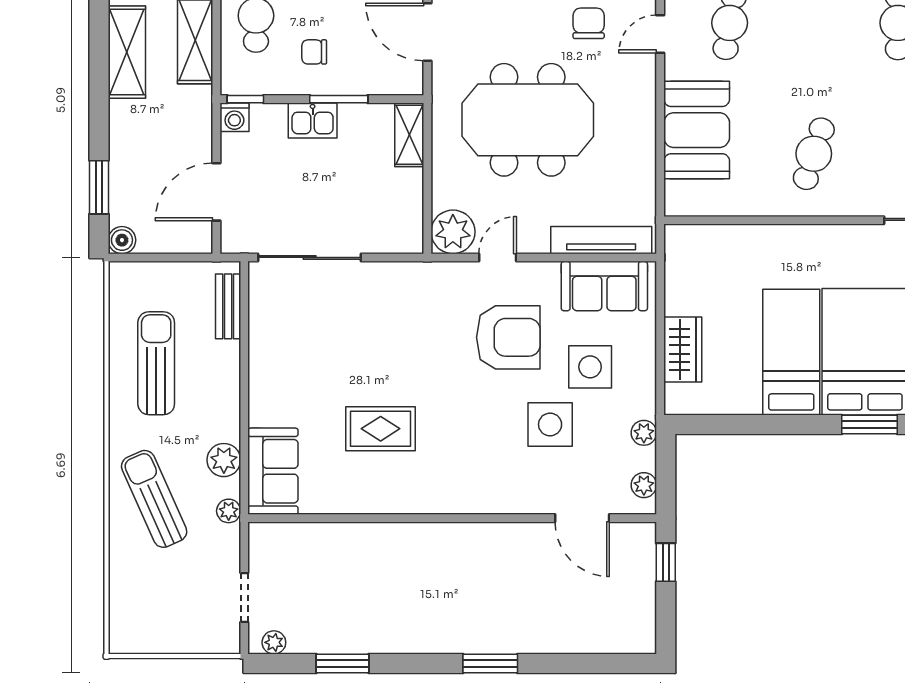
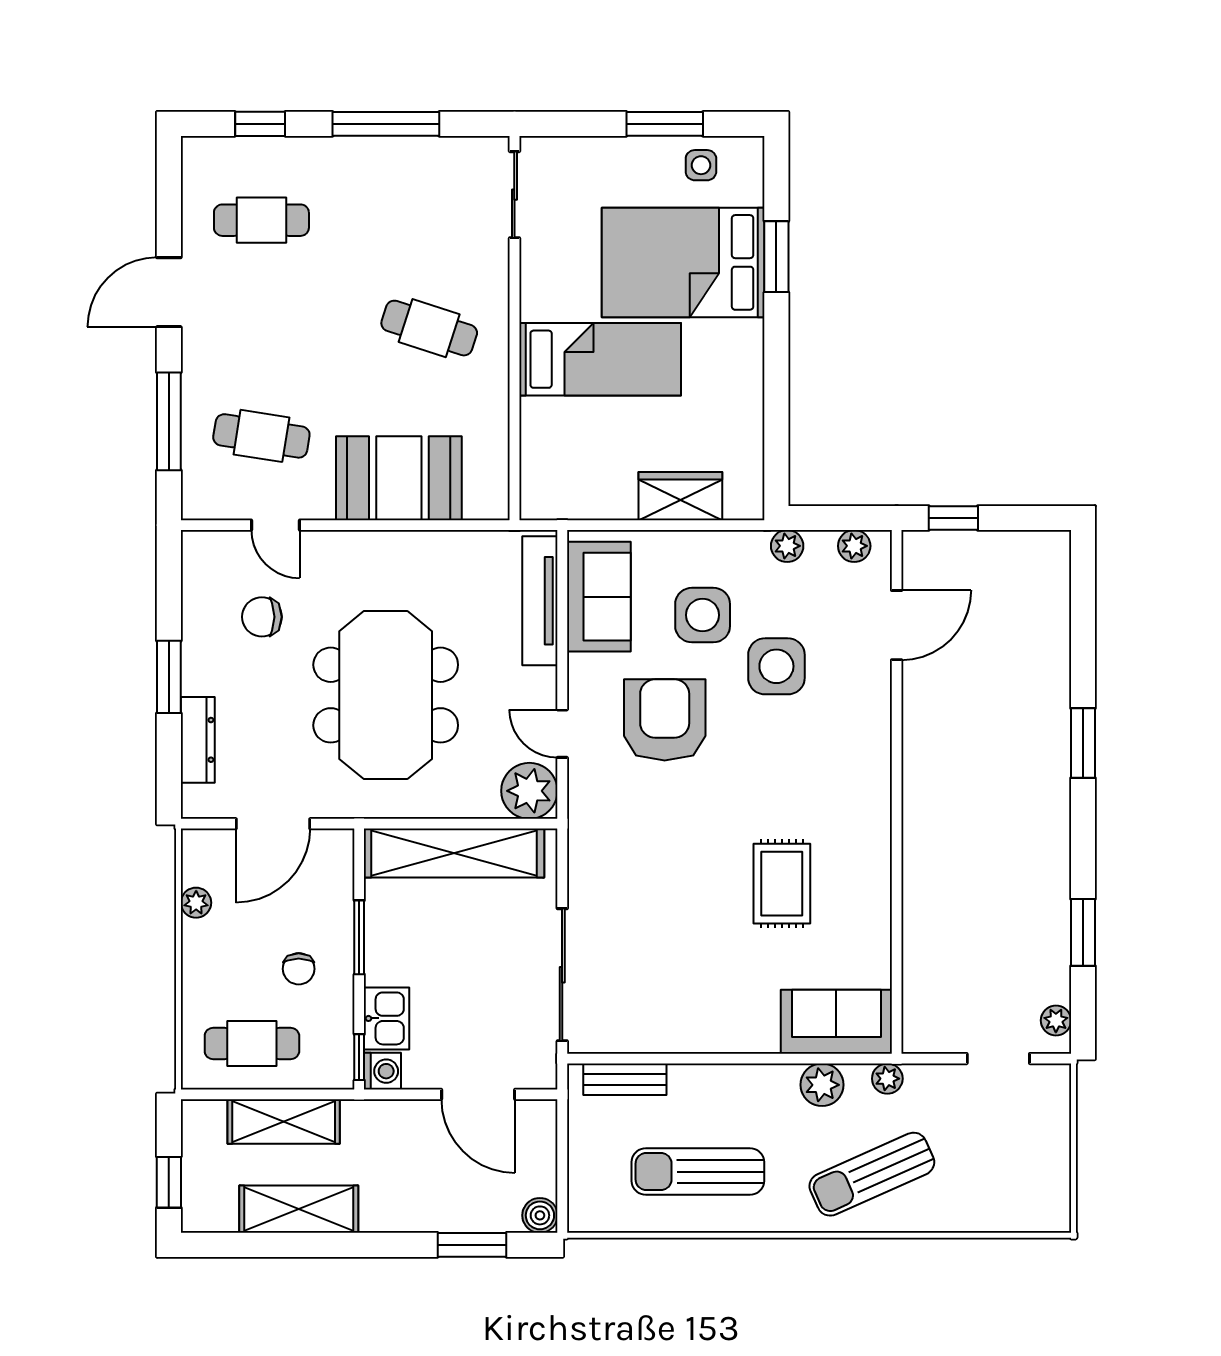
kitchen sink: (313, 120) -> (387, 1018), moved
shelving: (409, 135) -> (454, 853), width x2.20, depth x1.33
bed: (791, 352) -> (600, 359), moved, turned 180

